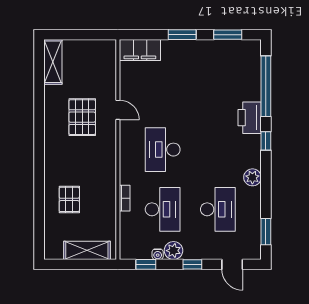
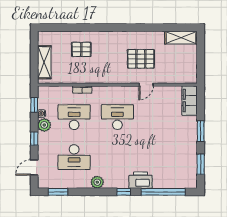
desk: (163, 209) -> (74, 117), turned 180

